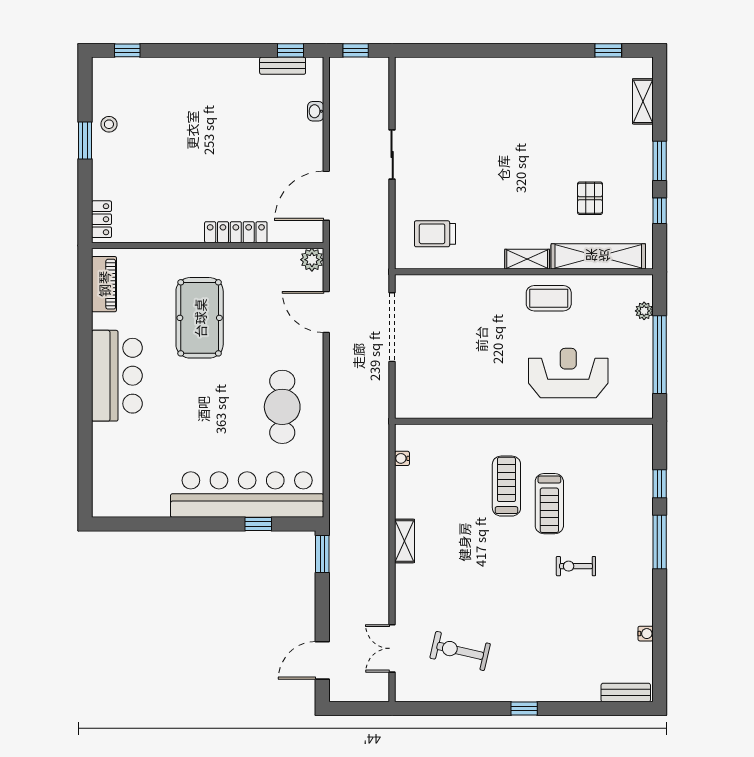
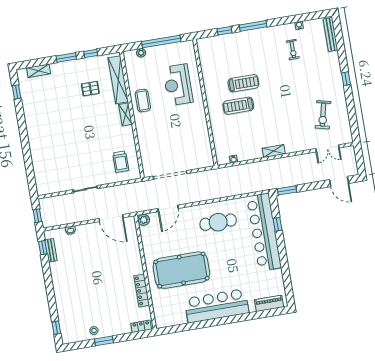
locker: (236, 232) -> (142, 290), moved
piano: (104, 284) -> (269, 303), moved
pool table: (200, 318) -> (181, 270), width x1.36, depth x1.32
bar counter: (117, 376) -> (217, 306), width x1.36
exercise bike: (576, 566) -> (293, 49), moved
bench: (626, 693) -> (330, 34), width x1.36

